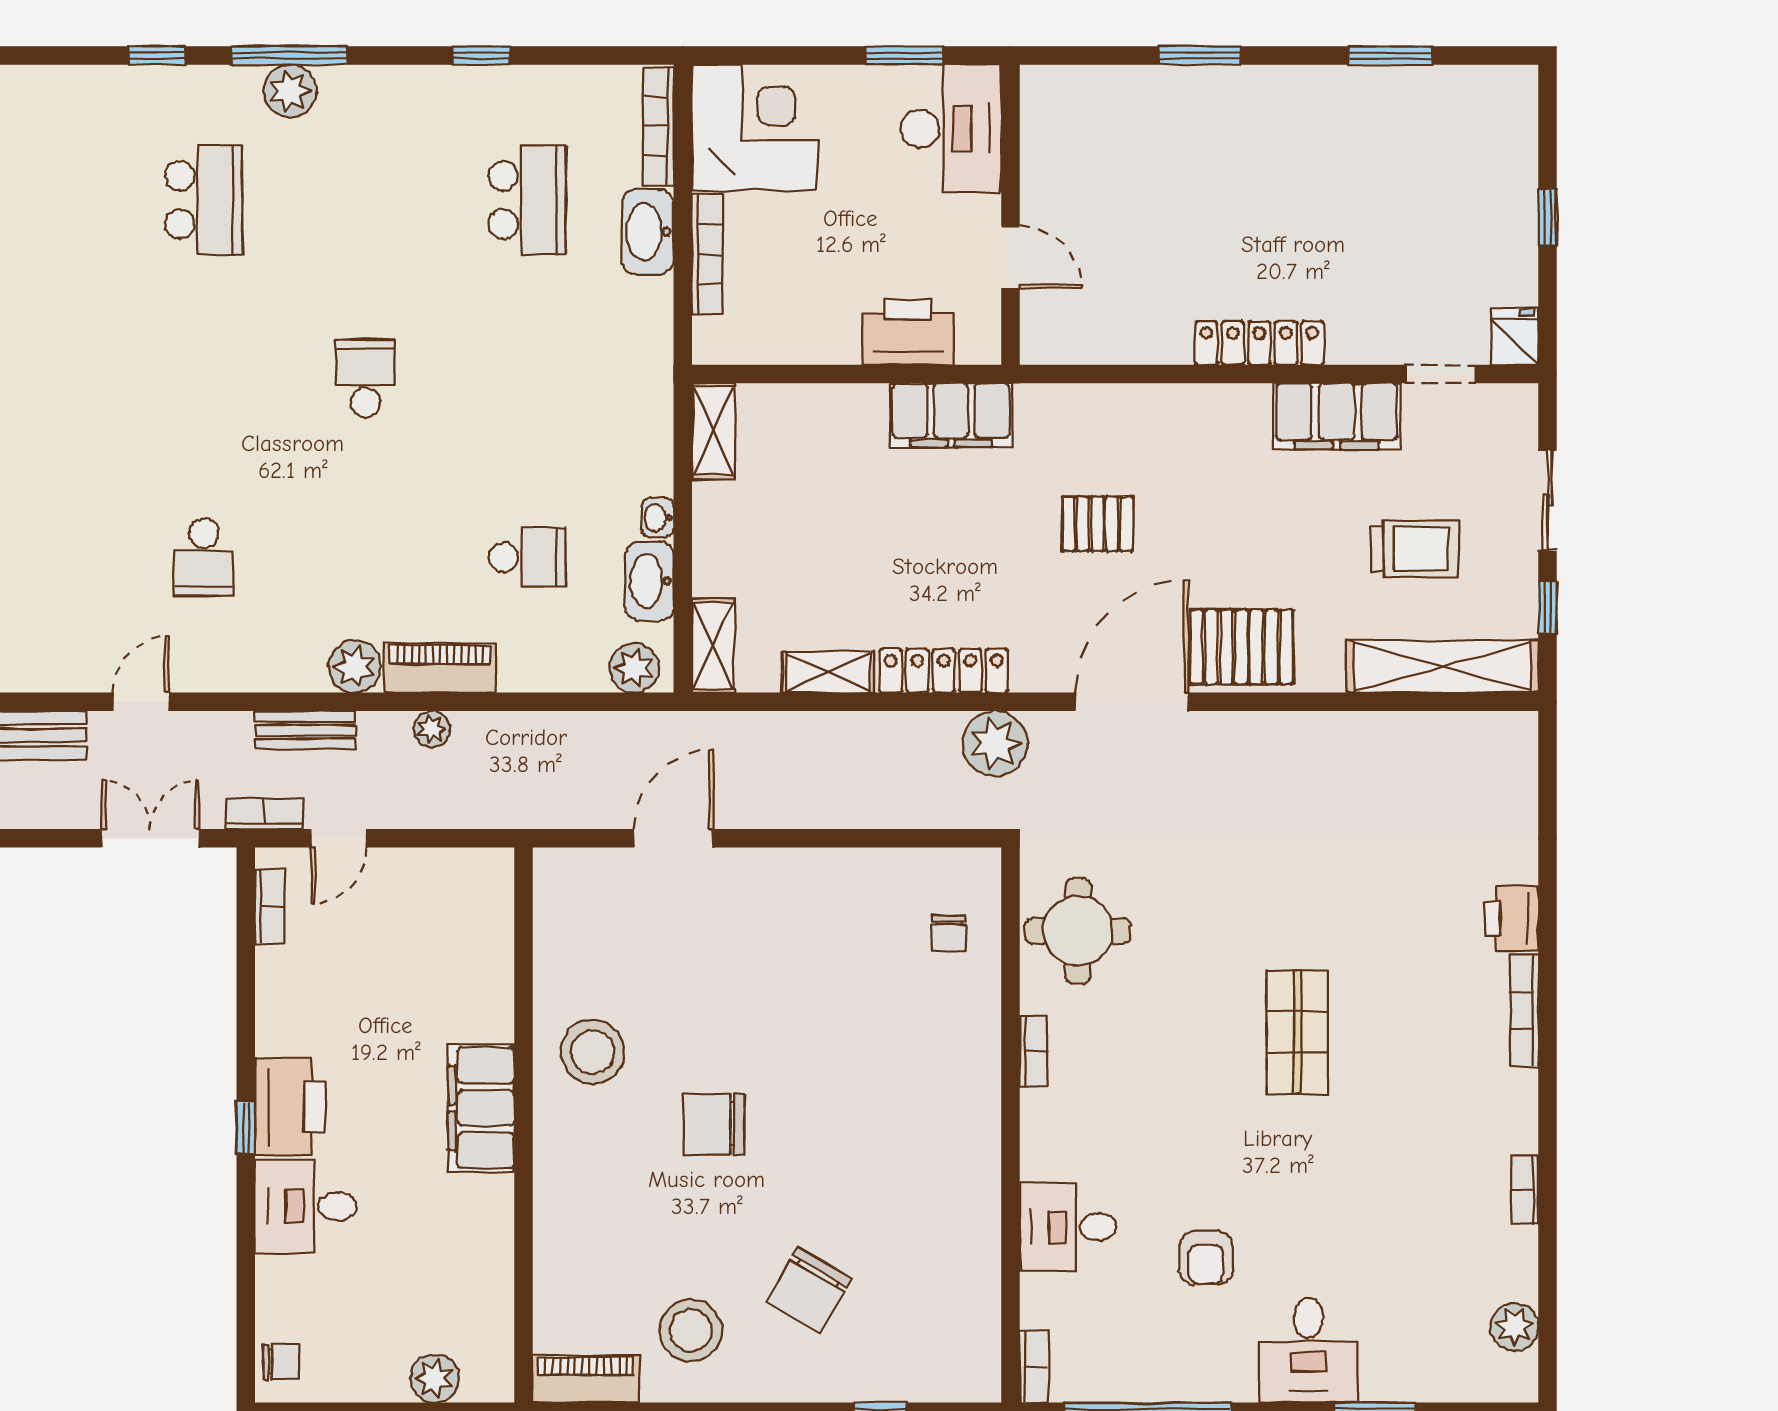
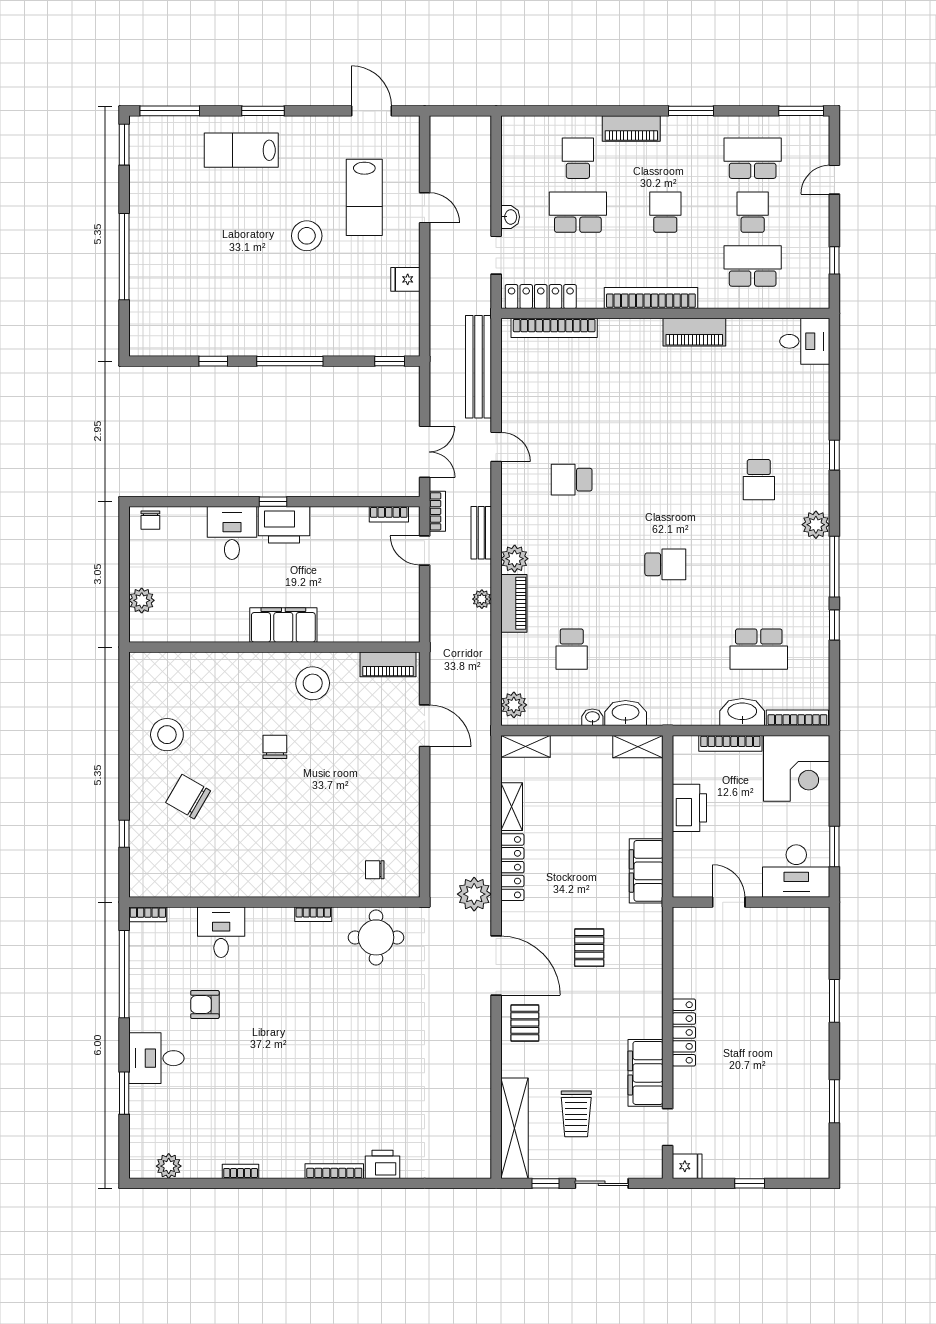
window: (289, 55) -> (834, 567), moved
school desk: (204, 200) -> (759, 480), width x0.54
door: (1010, 257) -> (729, 902), swing flipped
printer: (908, 333) -> (689, 808), moved
washbasin: (649, 581) -> (626, 713), moved
pallet: (1241, 647) -> (525, 1023), width x0.67, depth x0.71
shop shelf: (1297, 1032) -> (323, 1052), removed
chair: (714, 1124) -> (275, 747), width x0.73, depth x0.73
piano: (586, 1379) -> (388, 664), moved, turned 90

